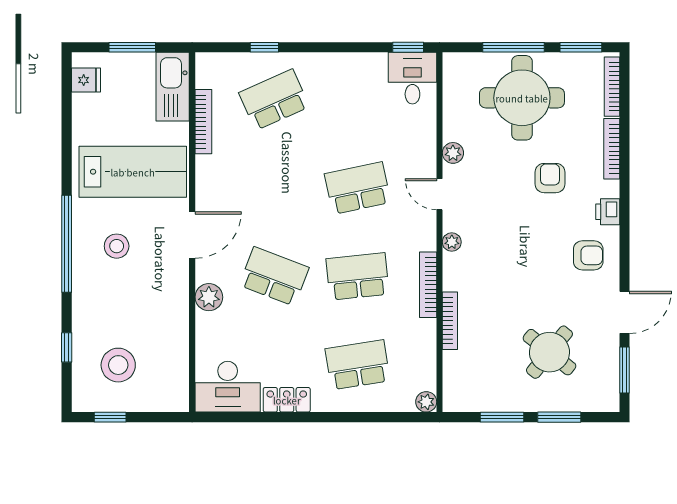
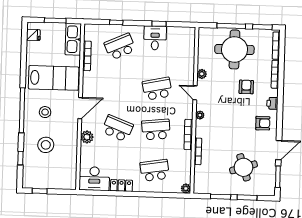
window: (408, 47) -> (159, 24), moved
desk: (412, 78) -> (155, 38), moved
round table: (549, 352) -> (243, 167), turned 33
stool: (118, 365) -> (46, 145), moved

